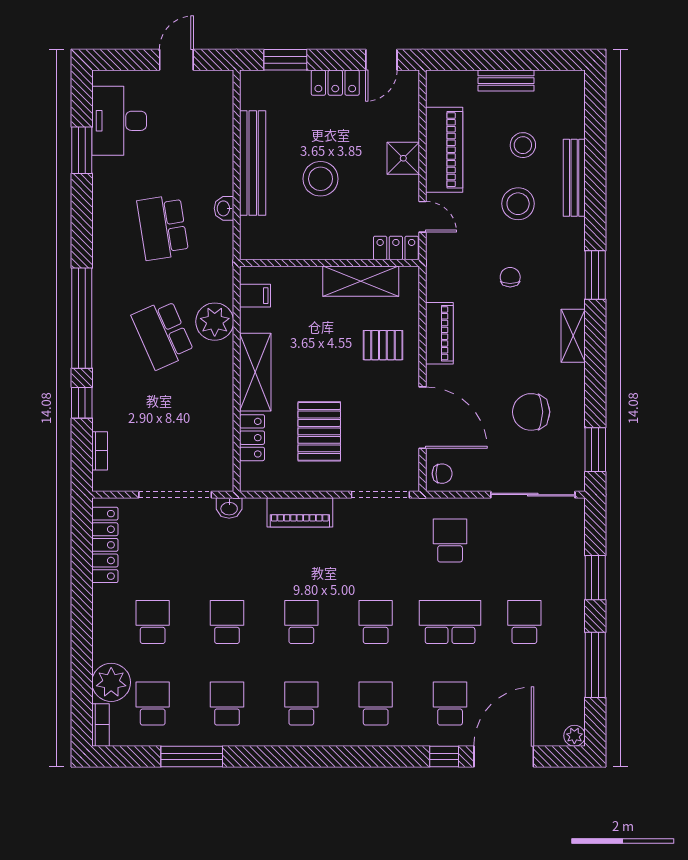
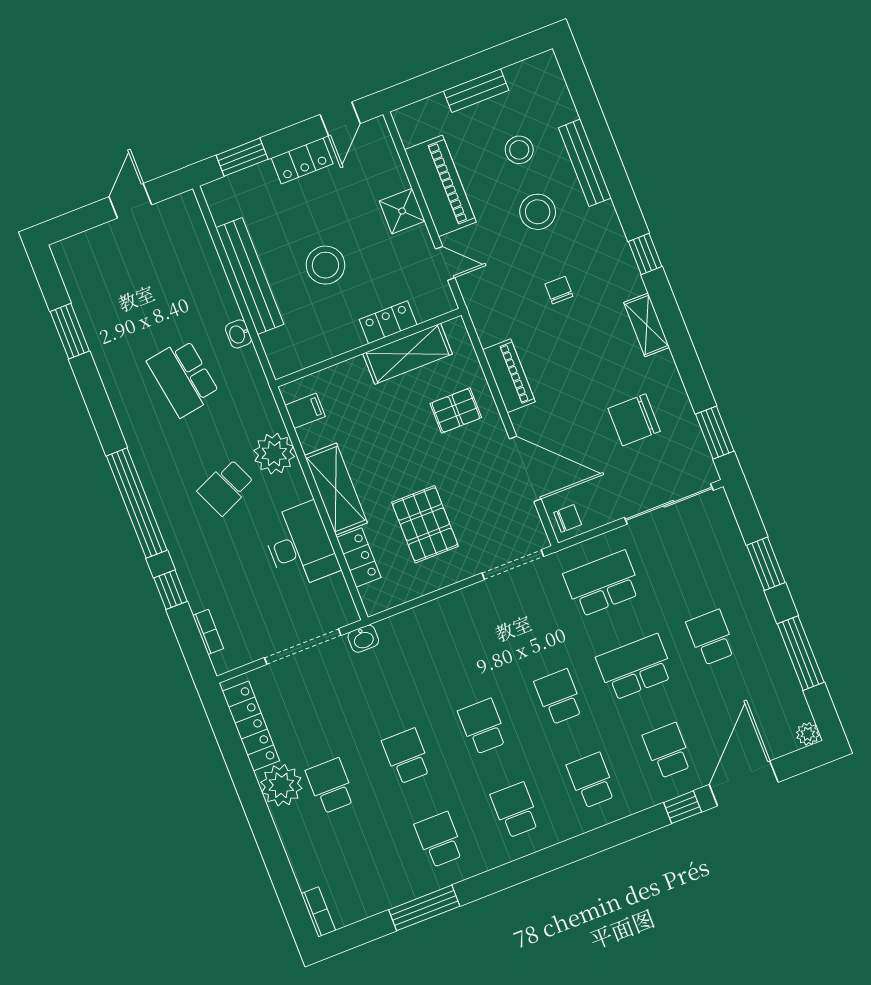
desk: (119, 121) -> (300, 546), moved, turned 180
locker: (396, 248) -> (388, 322), moved
window: (595, 275) -> (645, 254), width x0.67
school desk: (163, 334) -> (226, 487), width x0.54
piano: (300, 512) -> (437, 615), removed
school desk: (450, 540) -> (602, 584), width x1.85
plant: (111, 682) -> (281, 785), moved
school desk: (153, 704) -> (363, 869), removed

